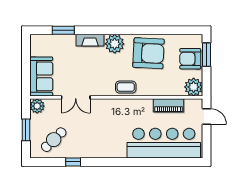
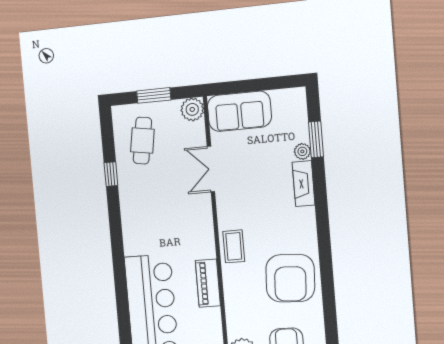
plant: (115, 44) -> (302, 151), moved, width x0.53, depth x0.53
piano: (169, 105) -> (208, 283), moved
cafe table: (54, 140) -> (142, 141), turned 53

